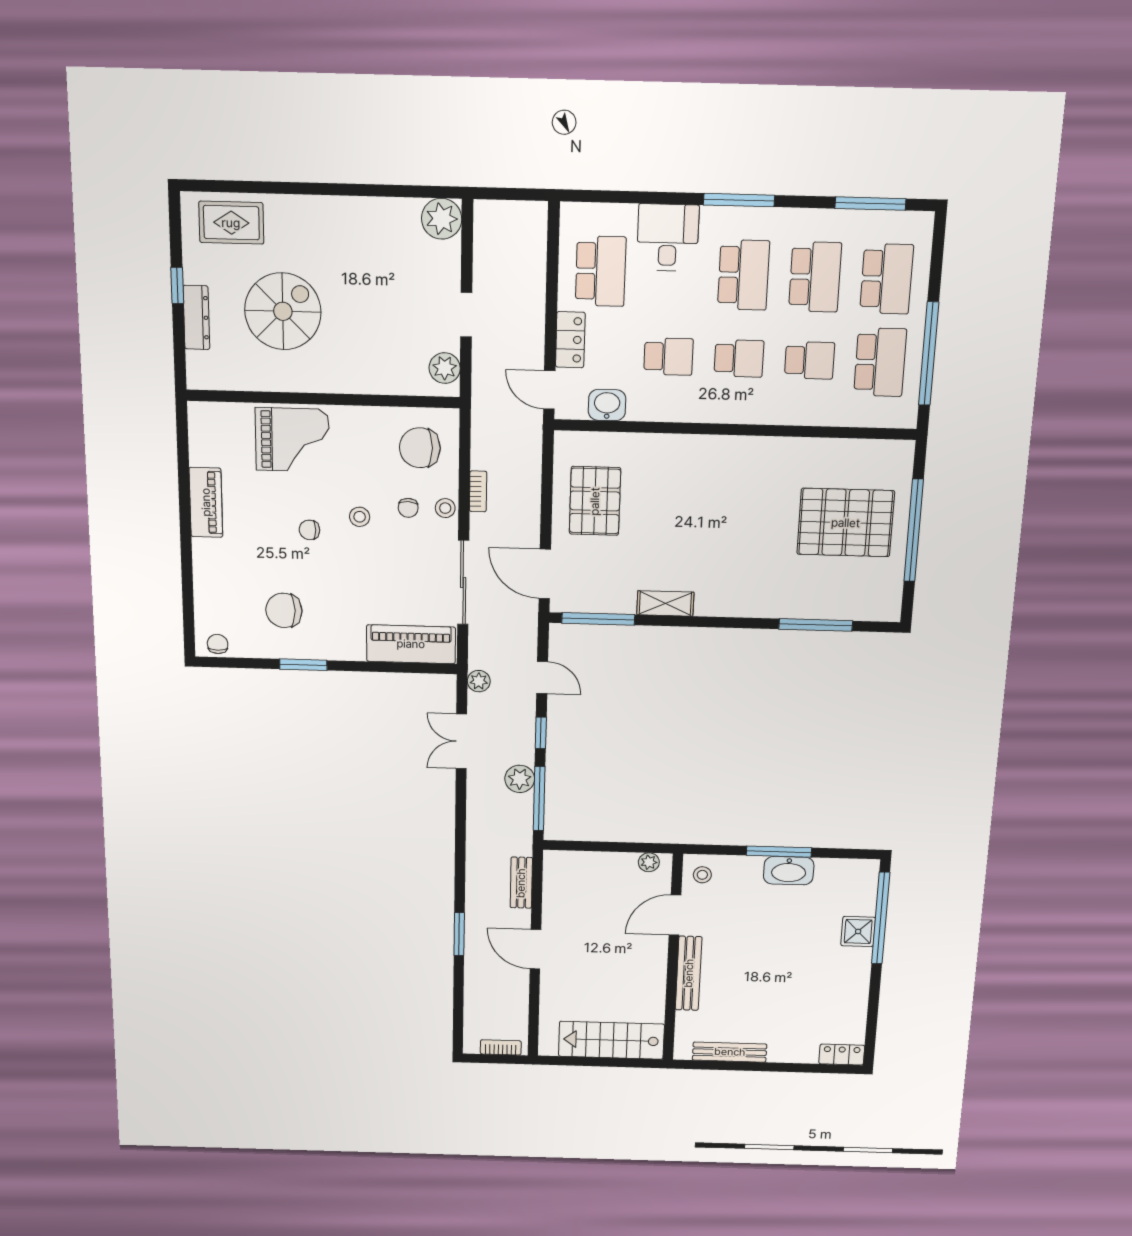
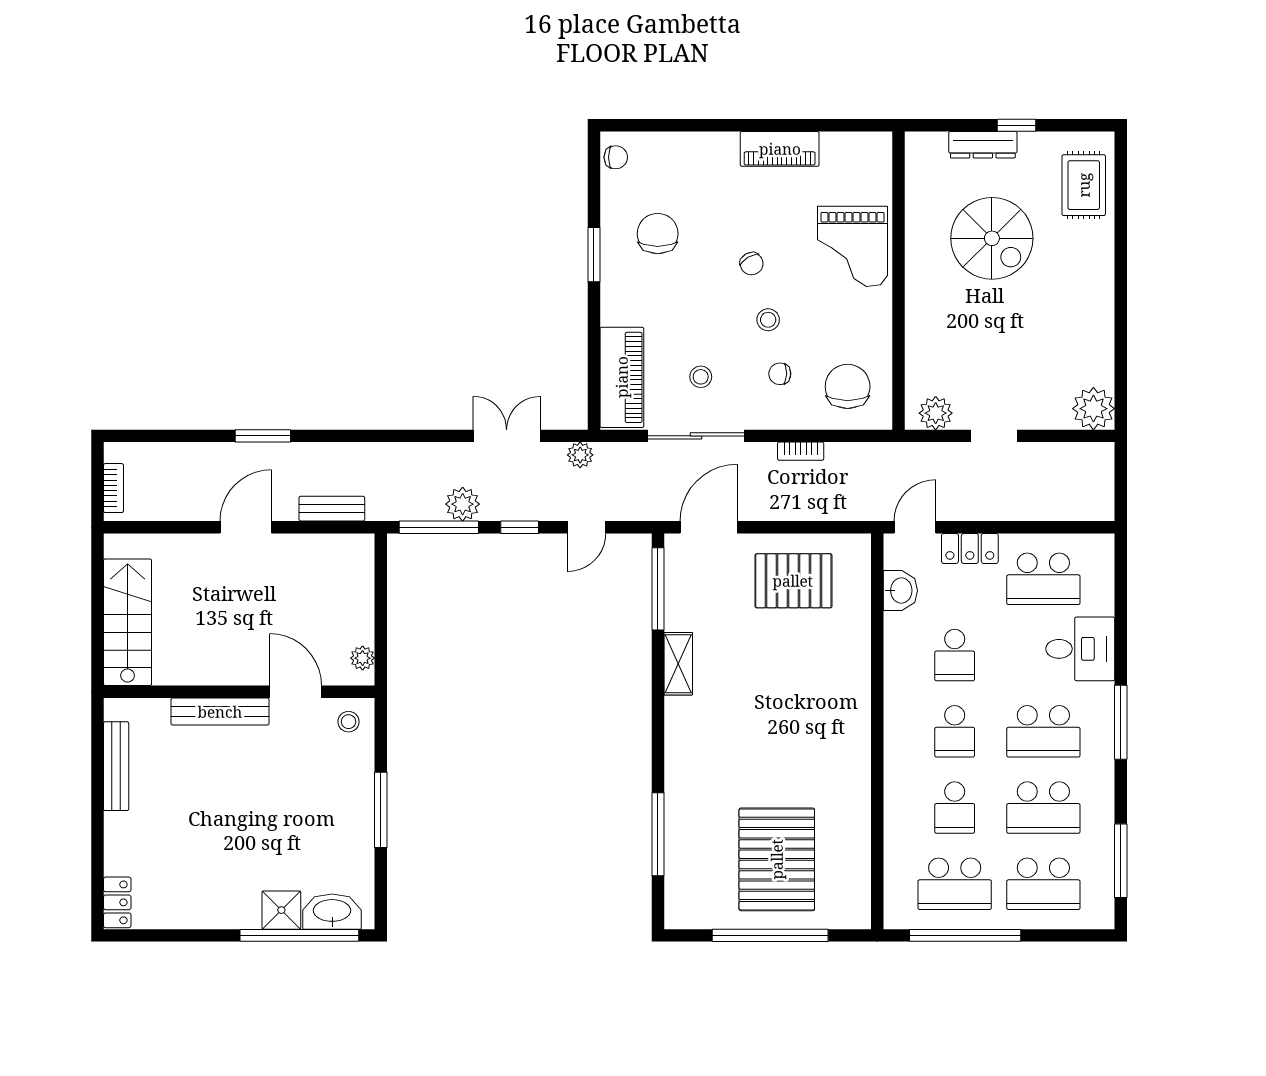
stool: (445, 508) -> (701, 377), moved
chair: (309, 530) -> (752, 264), turned 150
washbasin: (789, 871) -> (332, 912), moved, turned 90

